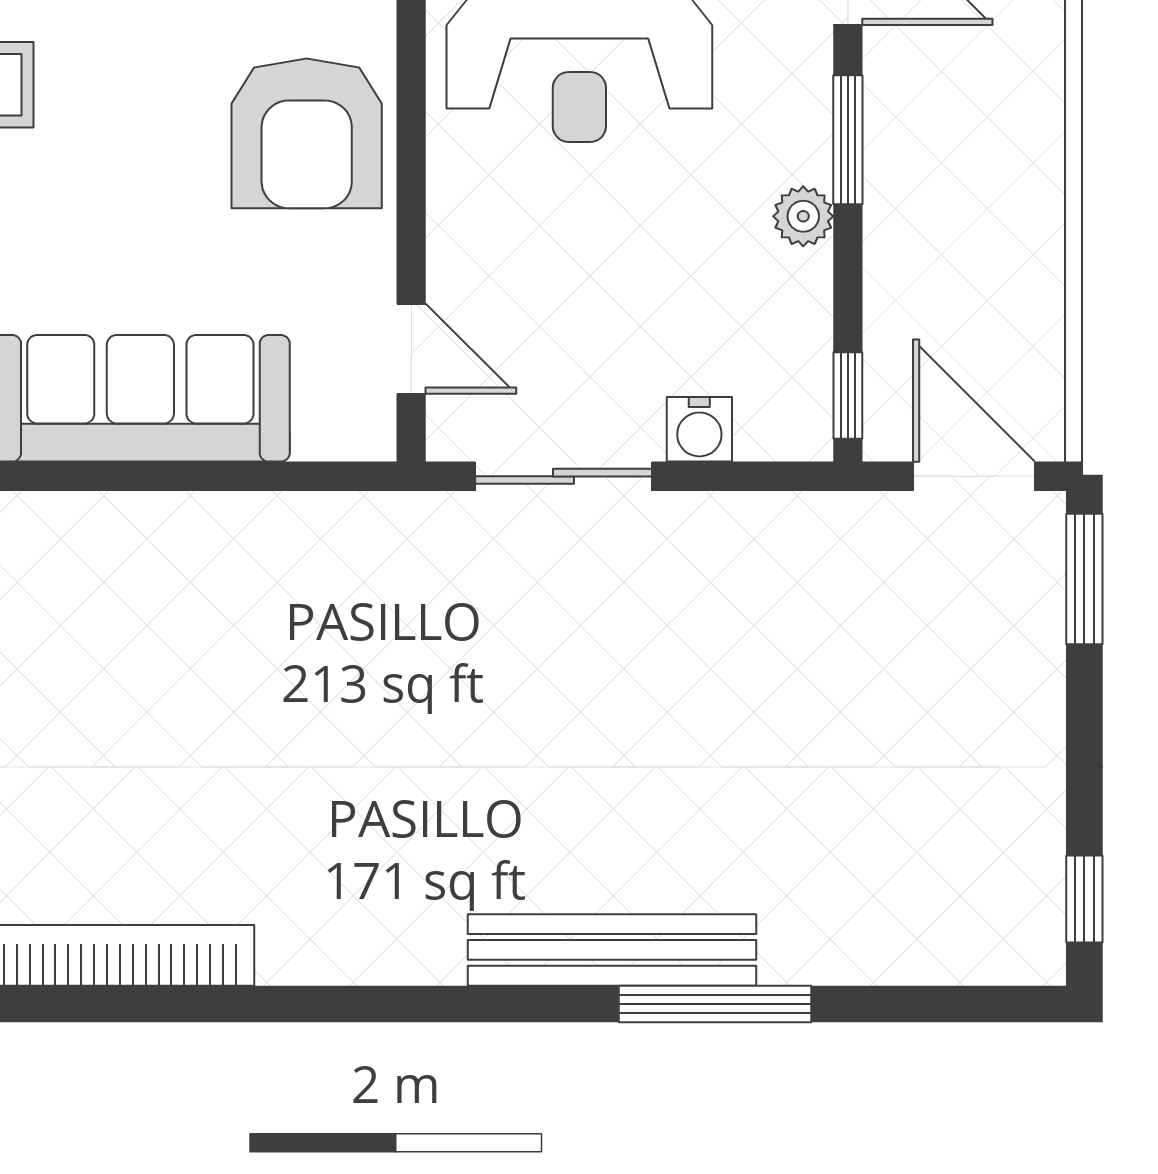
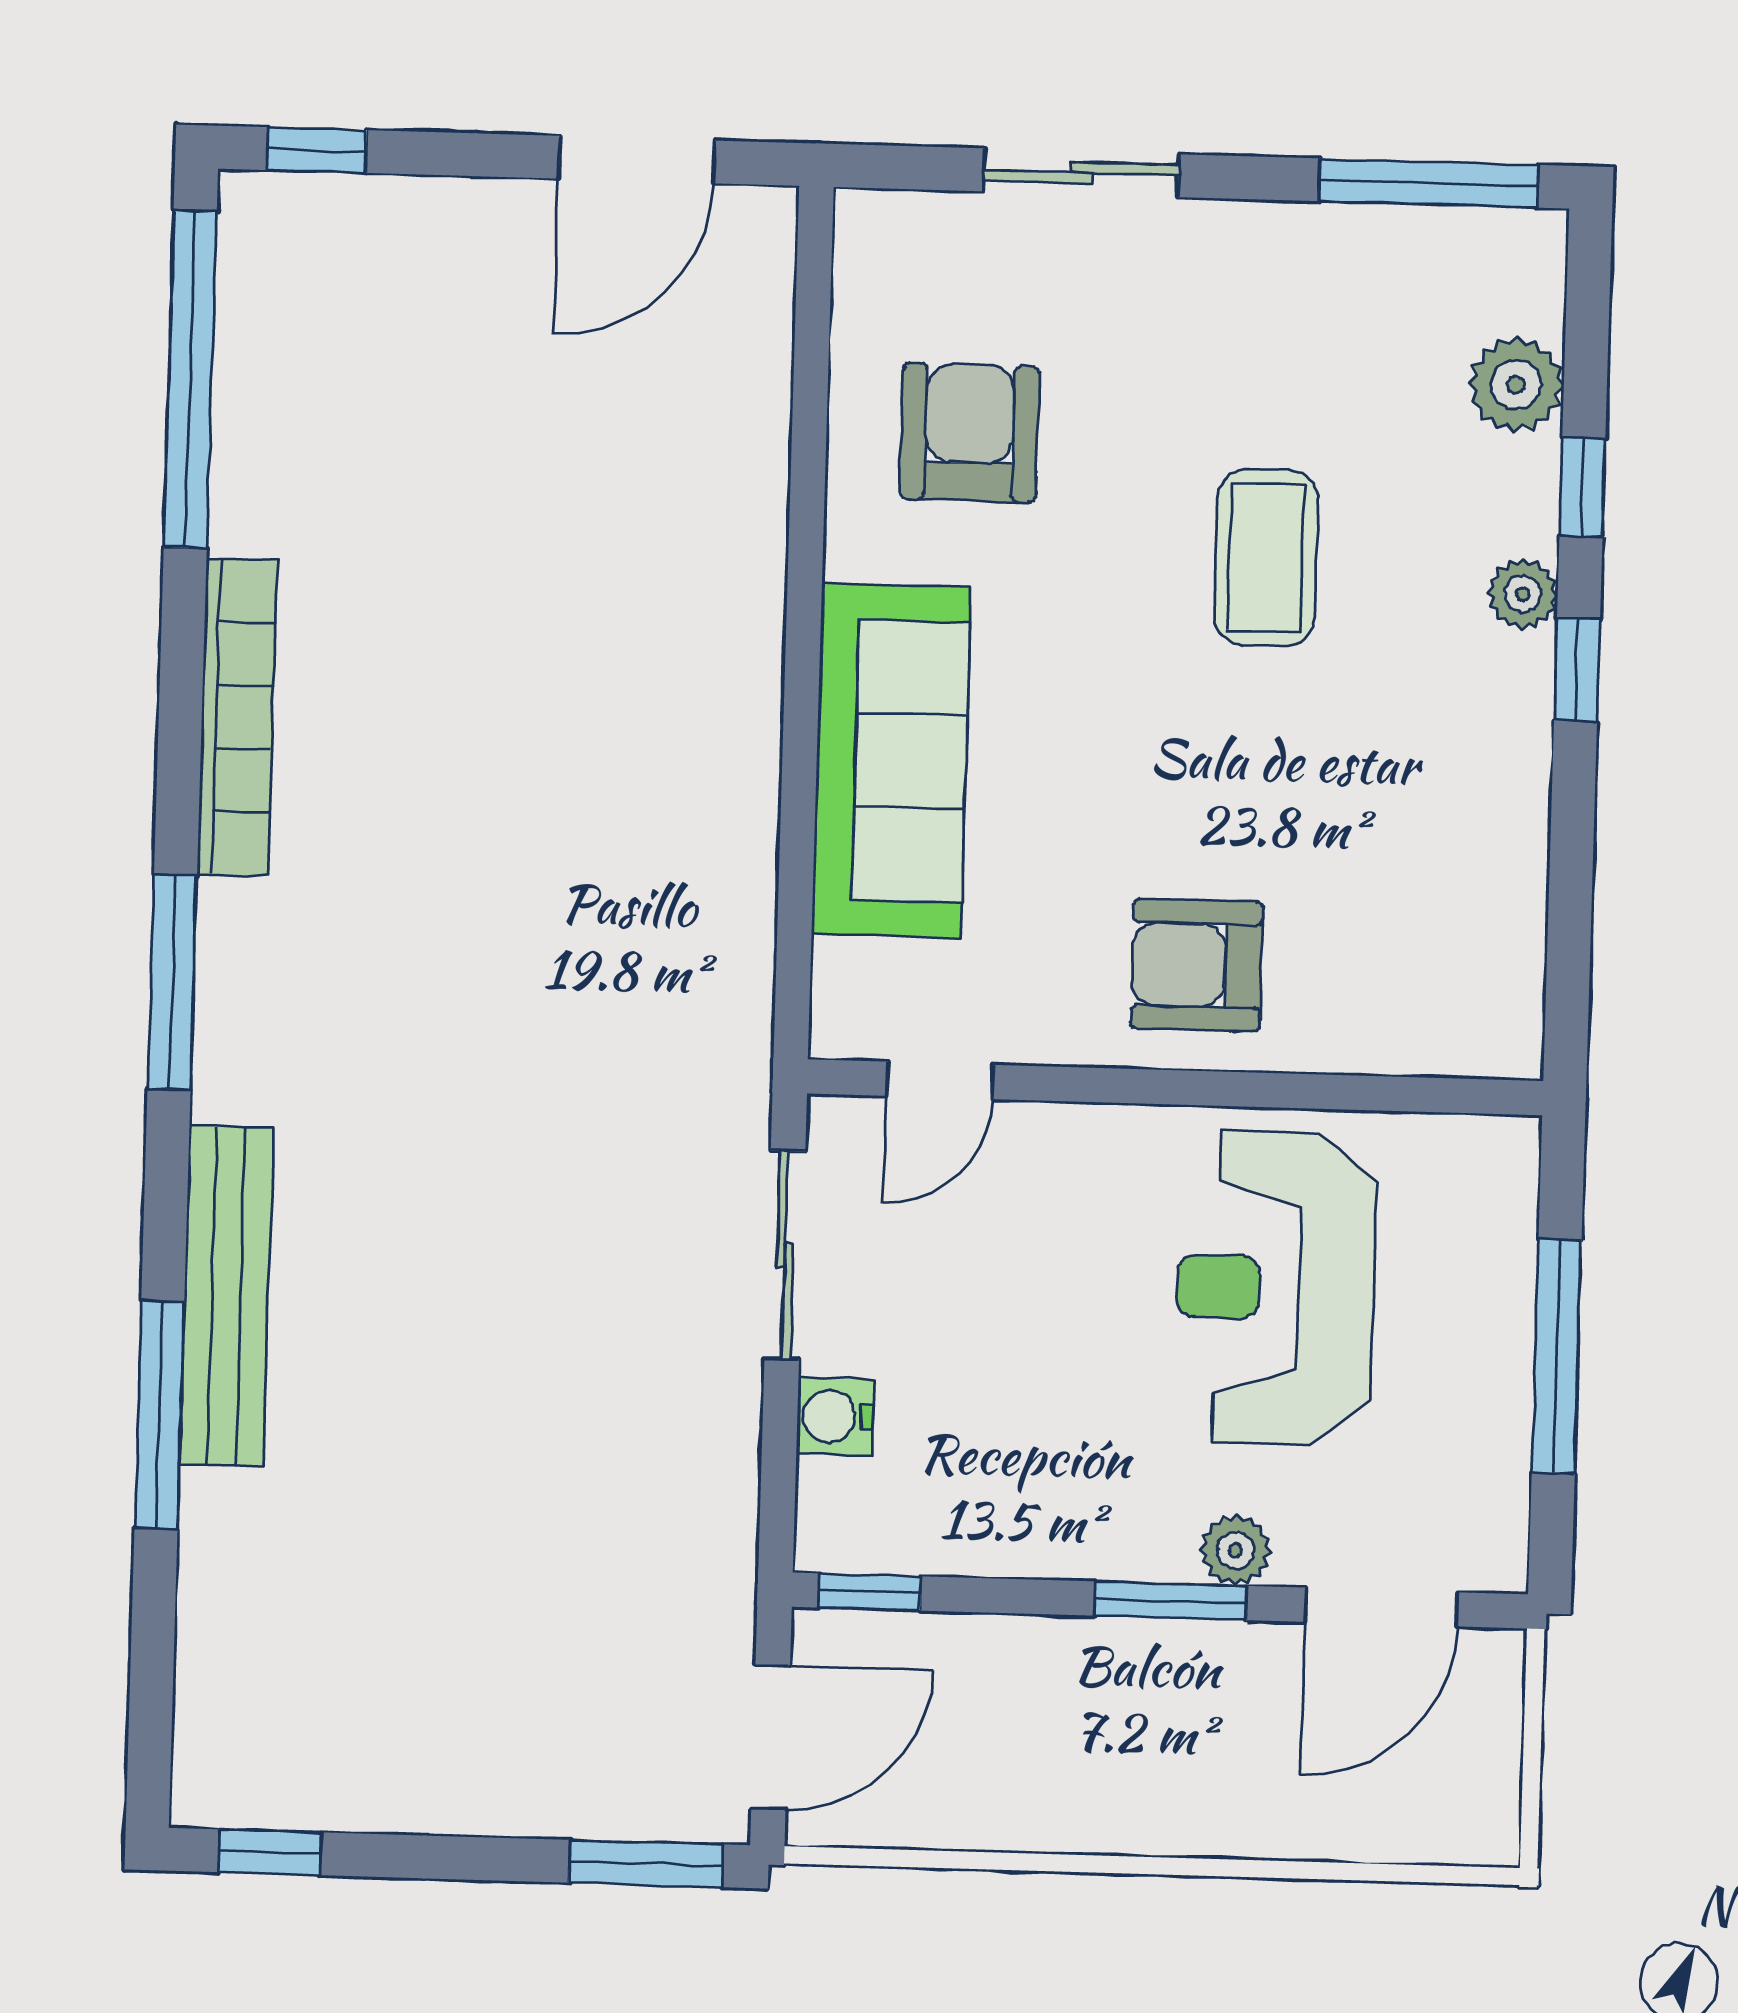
armchair: (307, 133) -> (1197, 965), width x0.73, depth x0.73
plant: (803, 216) -> (1235, 1550), moved
window: (347, 1004) -> (172, 982), added

